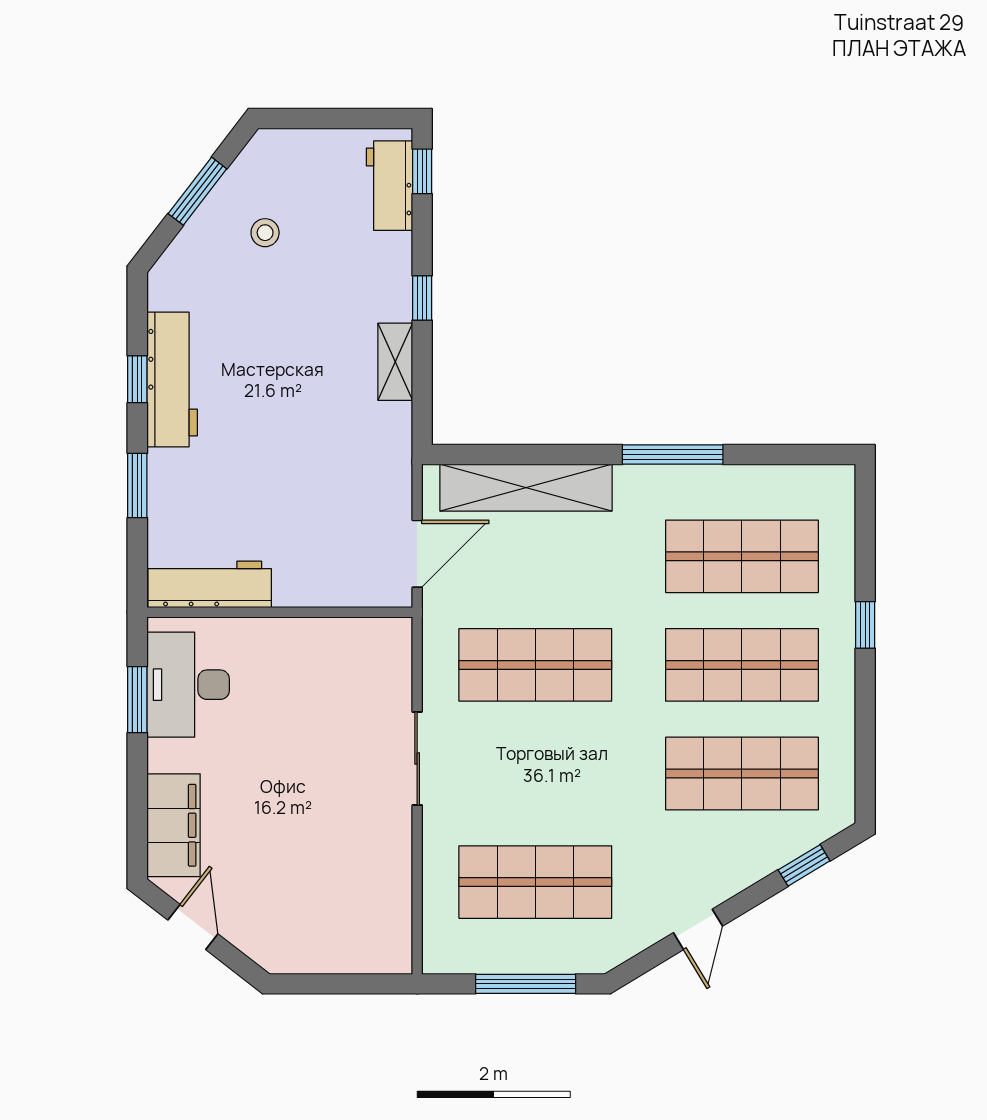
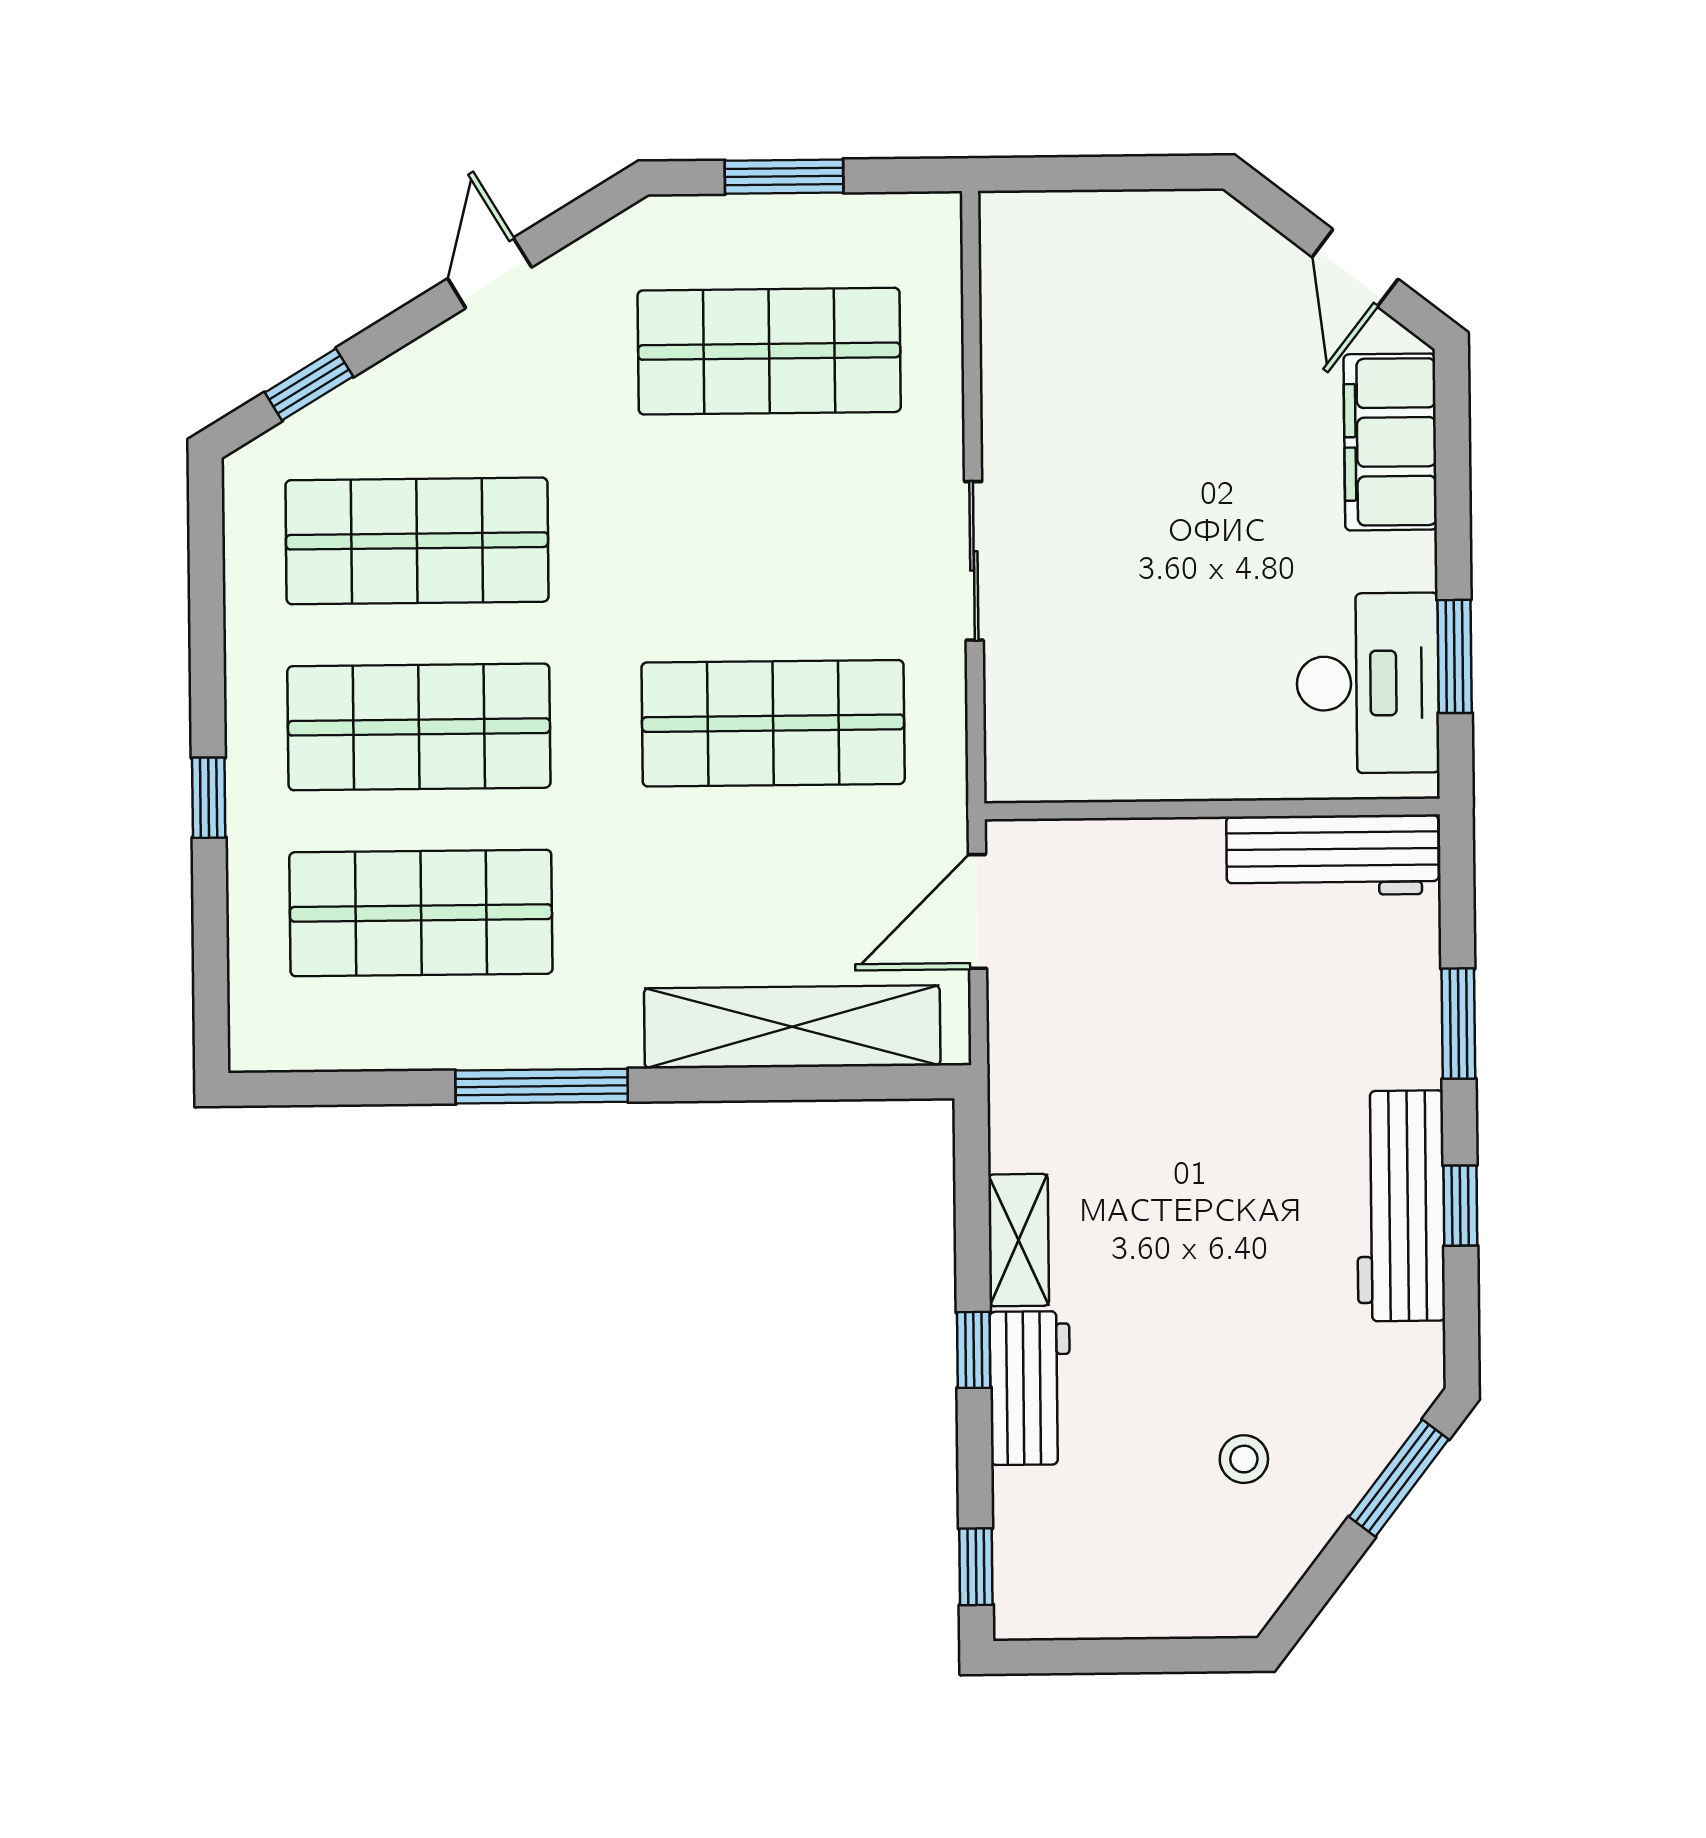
workbench: (389, 186) -> (1030, 1388), moved
window: (197, 191) -> (1399, 1478), moved
window: (526, 984) -> (784, 177), width x0.69

